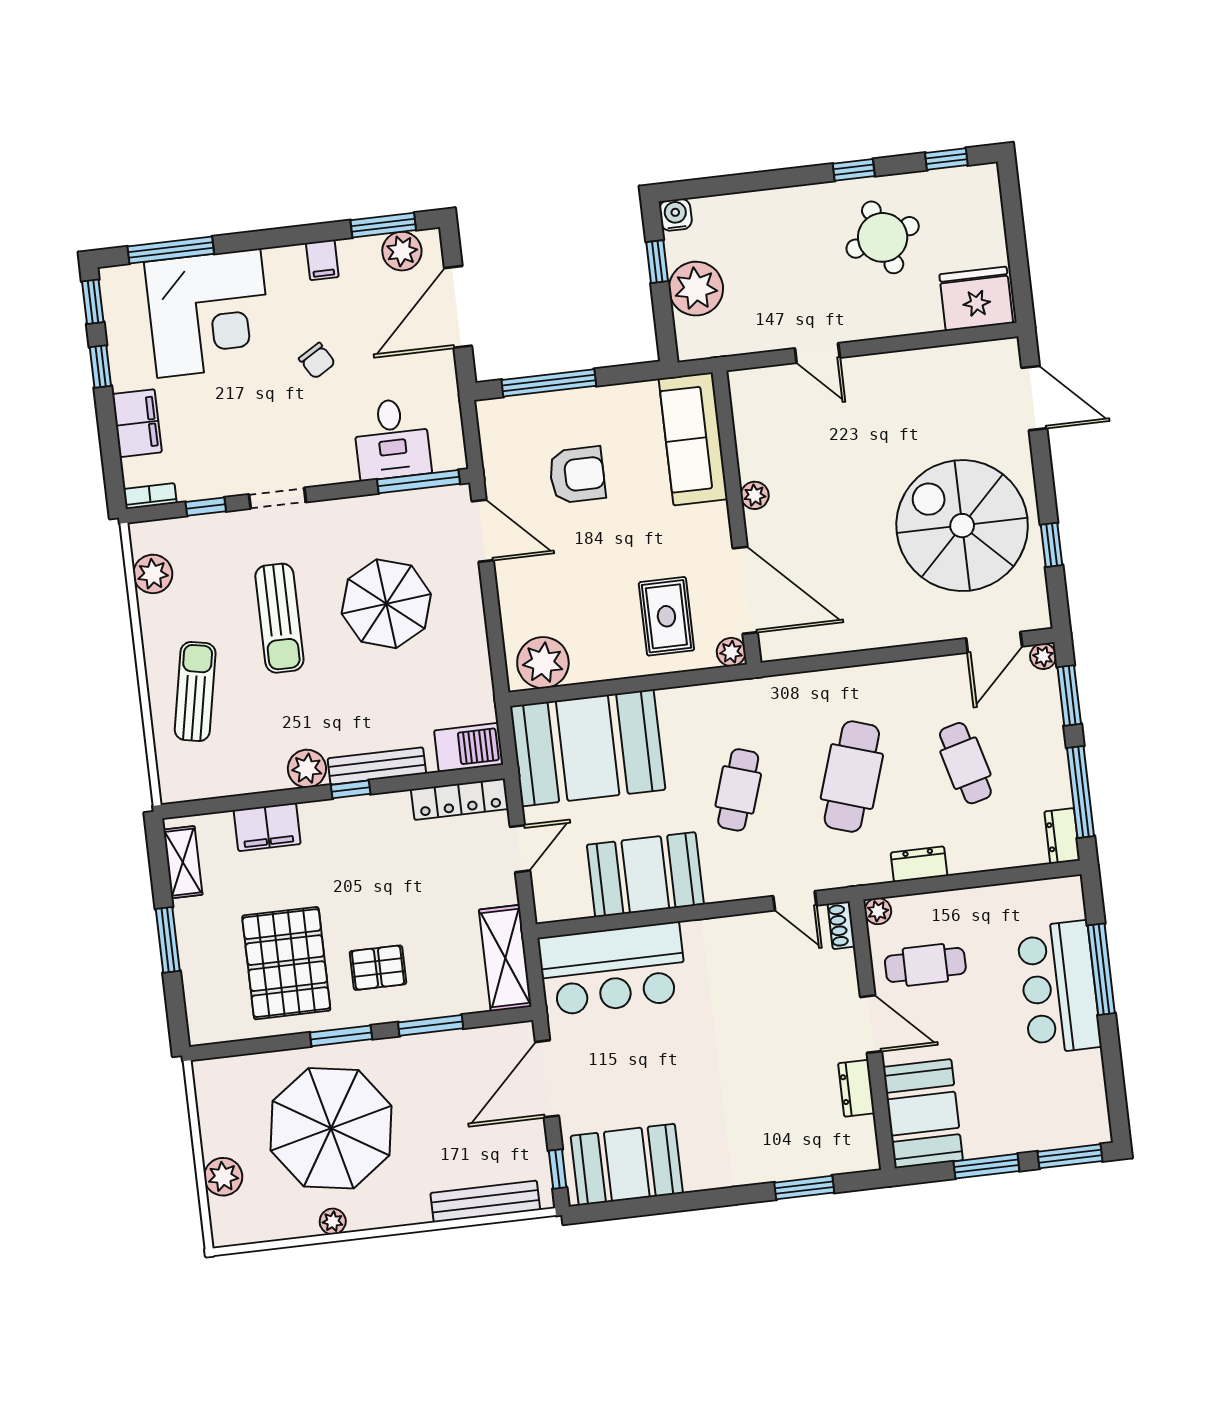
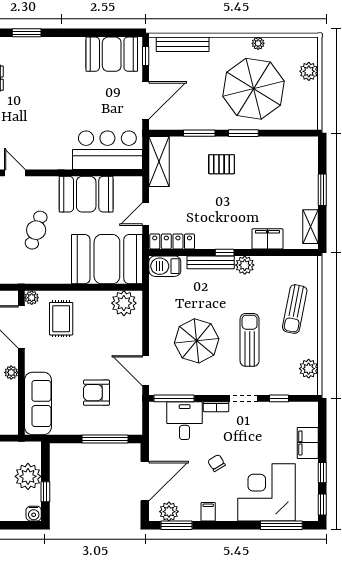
bookcase: (150, 496) -> (216, 407), moved
pallet: (286, 963) -> (266, 172), removed

